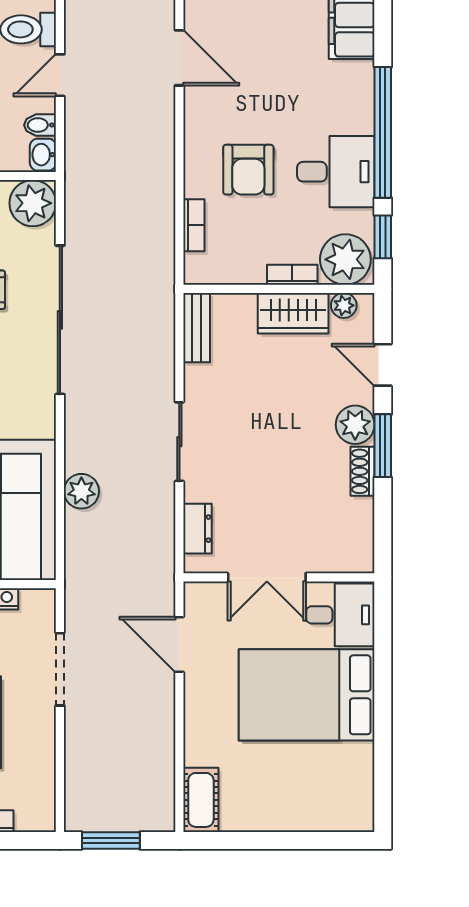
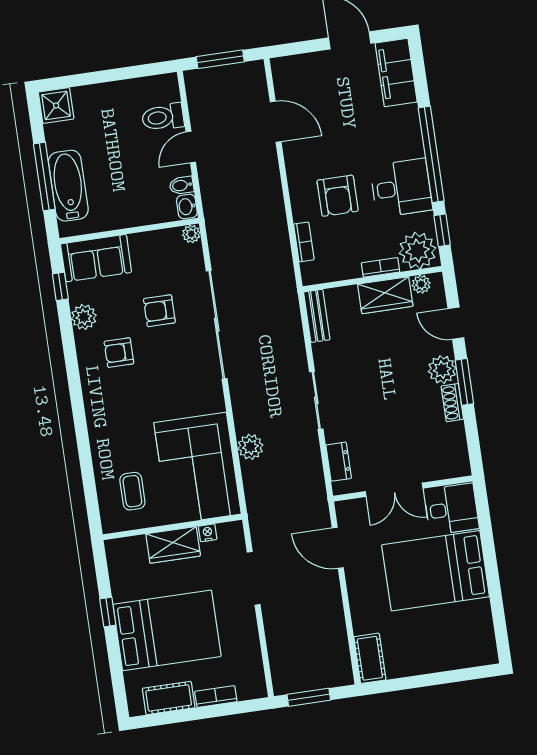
plant: (33, 203) -> (191, 234), width x0.53, depth x0.53

